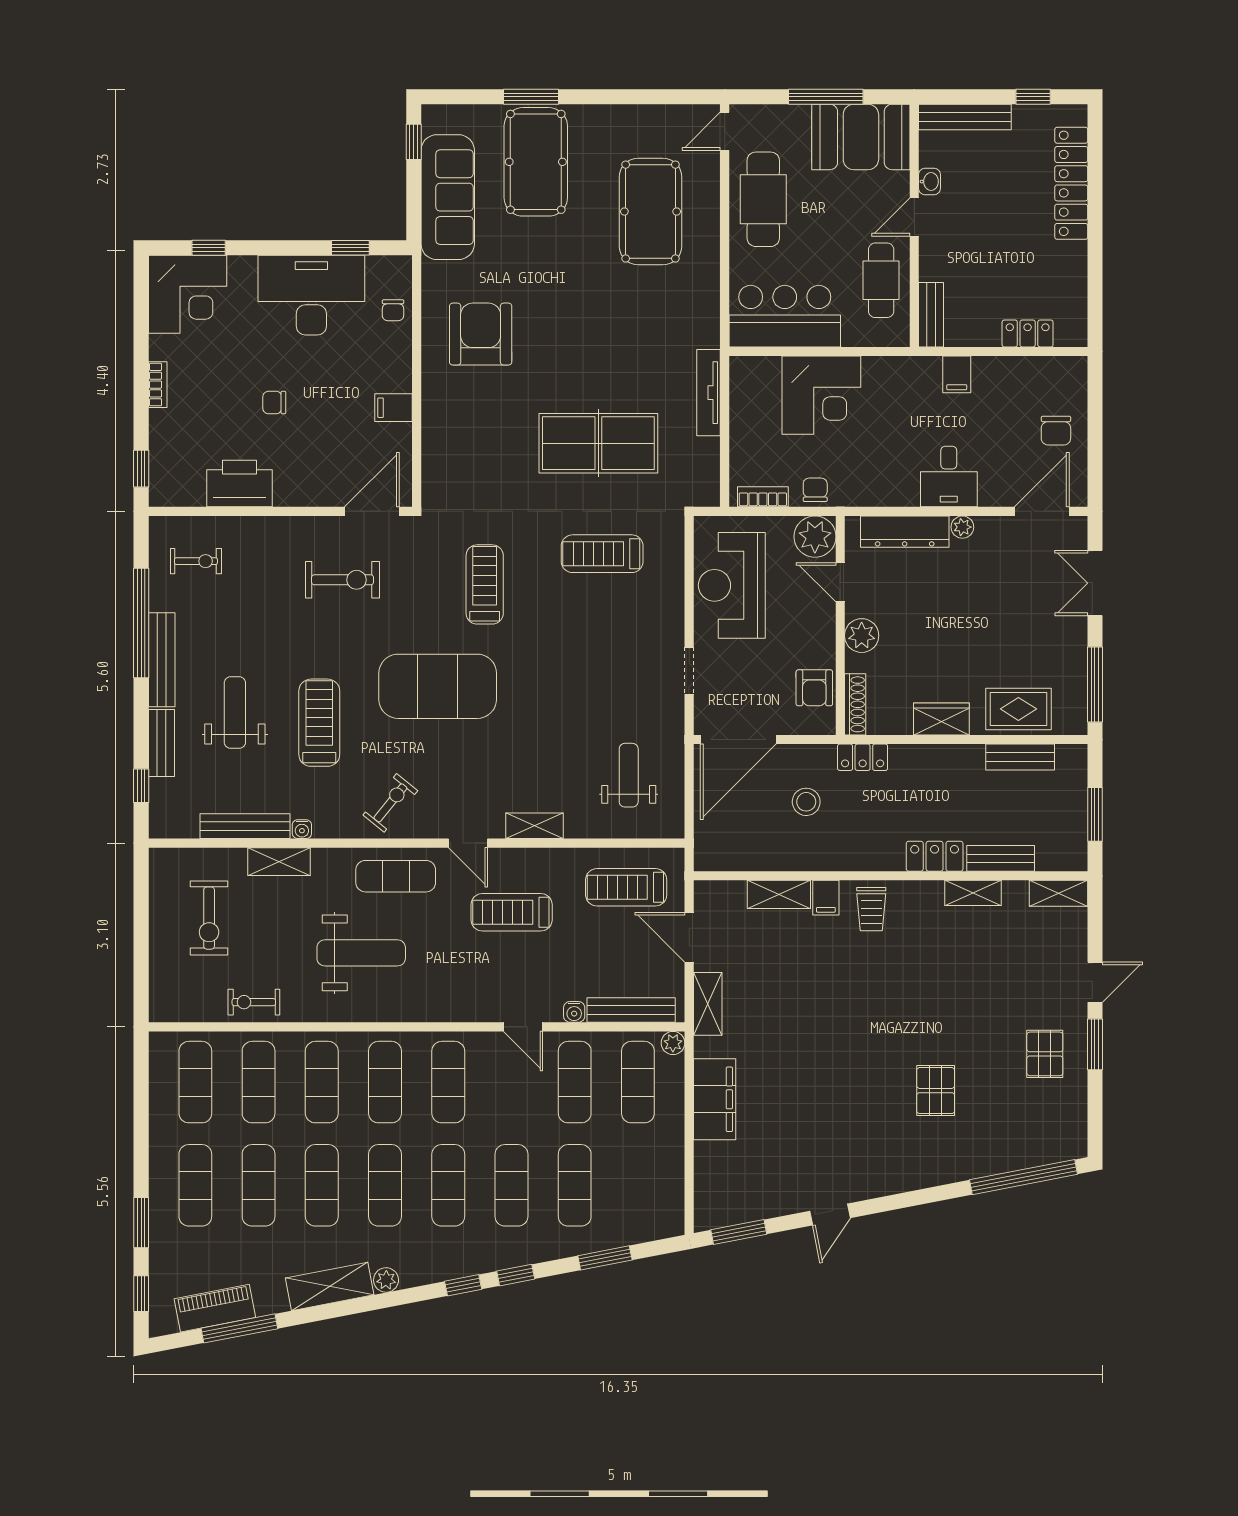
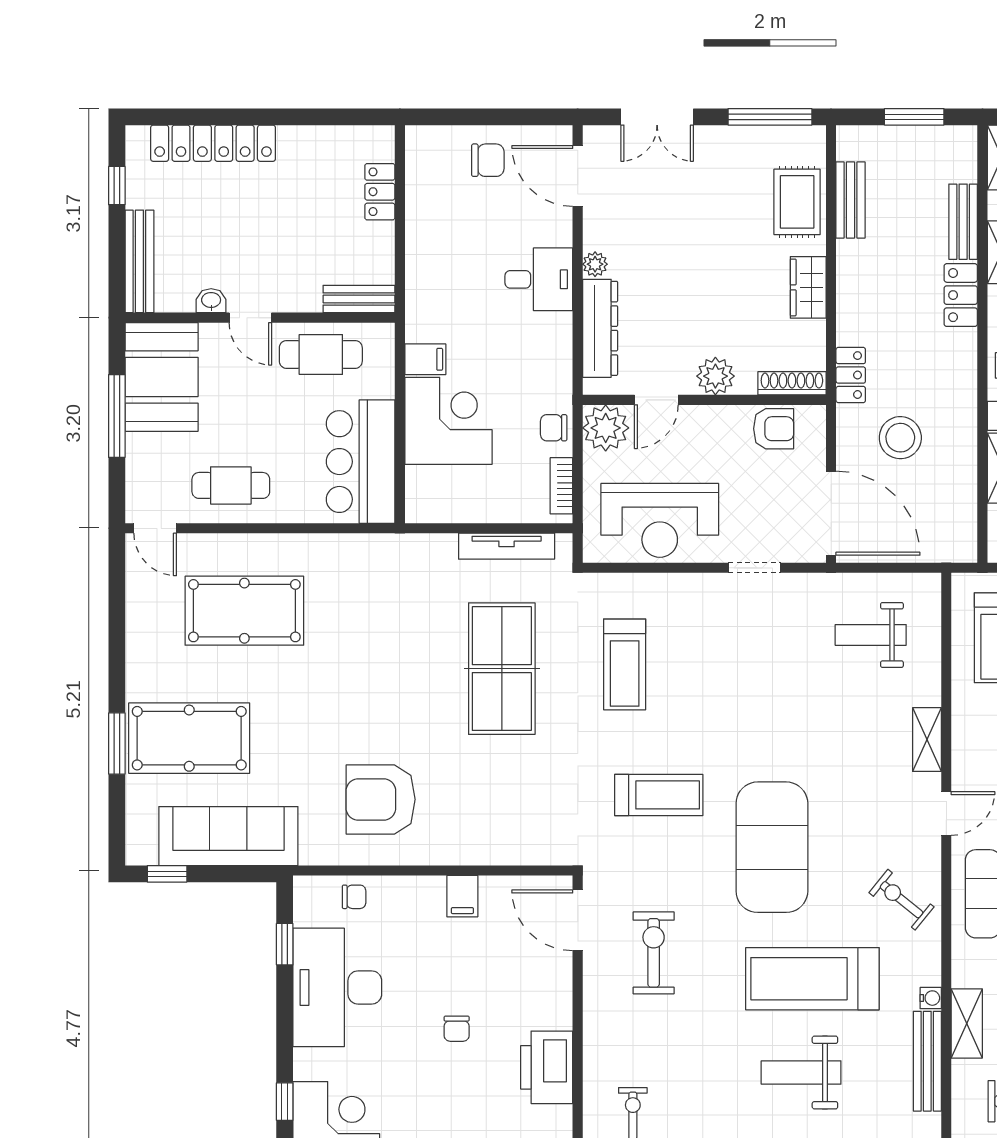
cafe table: (763, 199) -> (231, 485), width x0.73, depth x0.74
filing cabinet: (957, 374) -> (425, 359), moved
tv unit: (709, 393) -> (507, 546), moved
treadmill: (485, 584) -> (659, 795), turned 180
treadmill: (319, 723) -> (812, 979), width x1.37, depth x1.38
stool: (806, 802) -> (900, 438), width x1.38, depth x1.38

